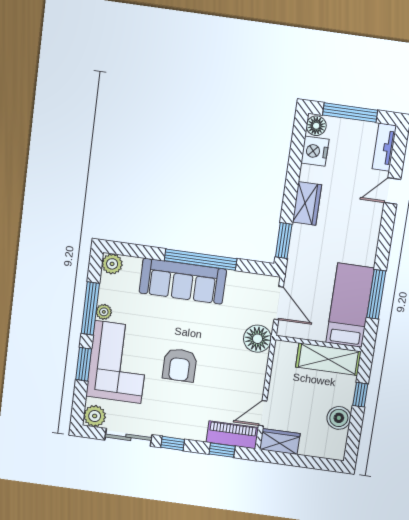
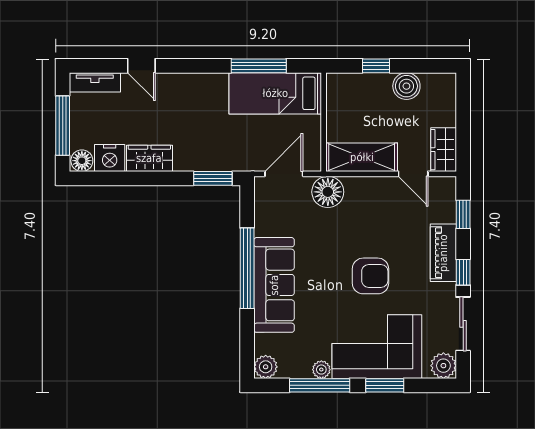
wardrobe: (307, 203) -> (149, 158), moved
shelving: (328, 359) -> (362, 157), moved, turned 90
piano: (232, 435) -> (443, 253), moved

